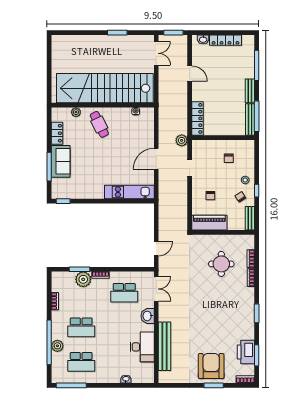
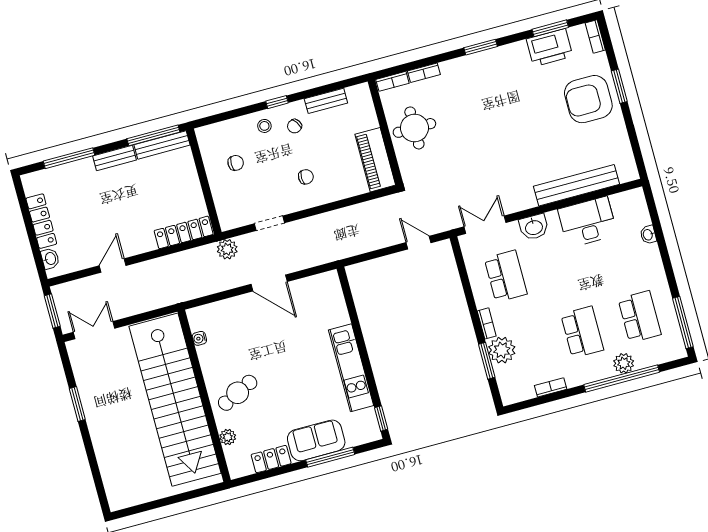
kitchen unit: (129, 192) -> (351, 368), moved
piano: (209, 223) -> (375, 160), moved
wall: (223, 232) -> (385, 132), moved

